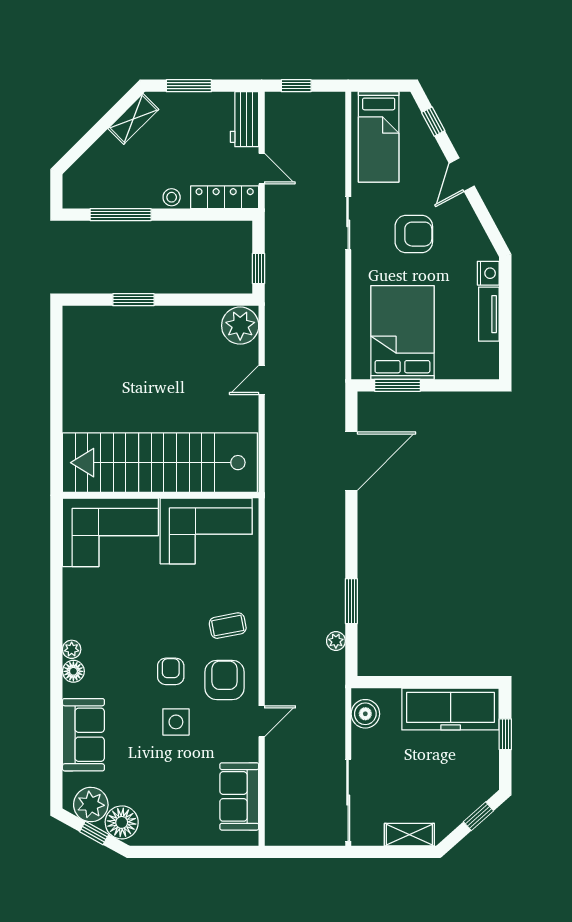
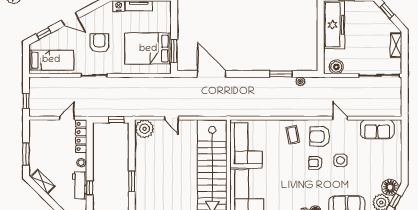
workbench: (245, 119) -> (80, 185), moved, turned 90
window: (121, 215) -> (90, 188), width x0.46

